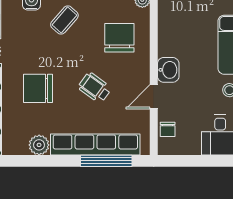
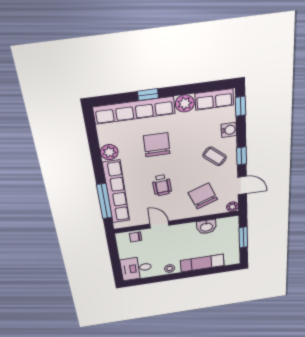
chair: (119, 38) -> (203, 196), turned -111
washbasin: (168, 70) -> (206, 227), moved
wheelchair: (95, 88) -> (162, 185), turned 140

